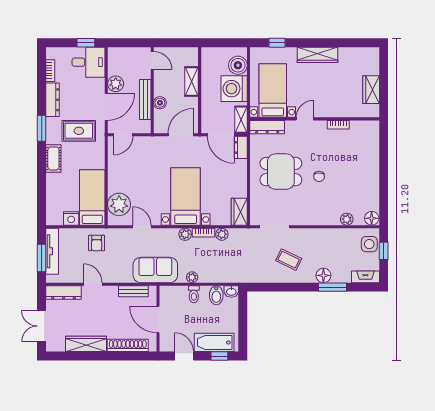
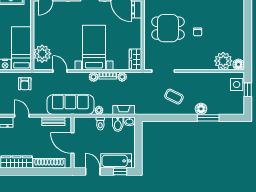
plant: (347, 219) -> (223, 61), width x1.87, depth x1.87
sofa: (155, 270) -> (70, 105), width x1.36
fireplace: (365, 277) -> (124, 110), moved

